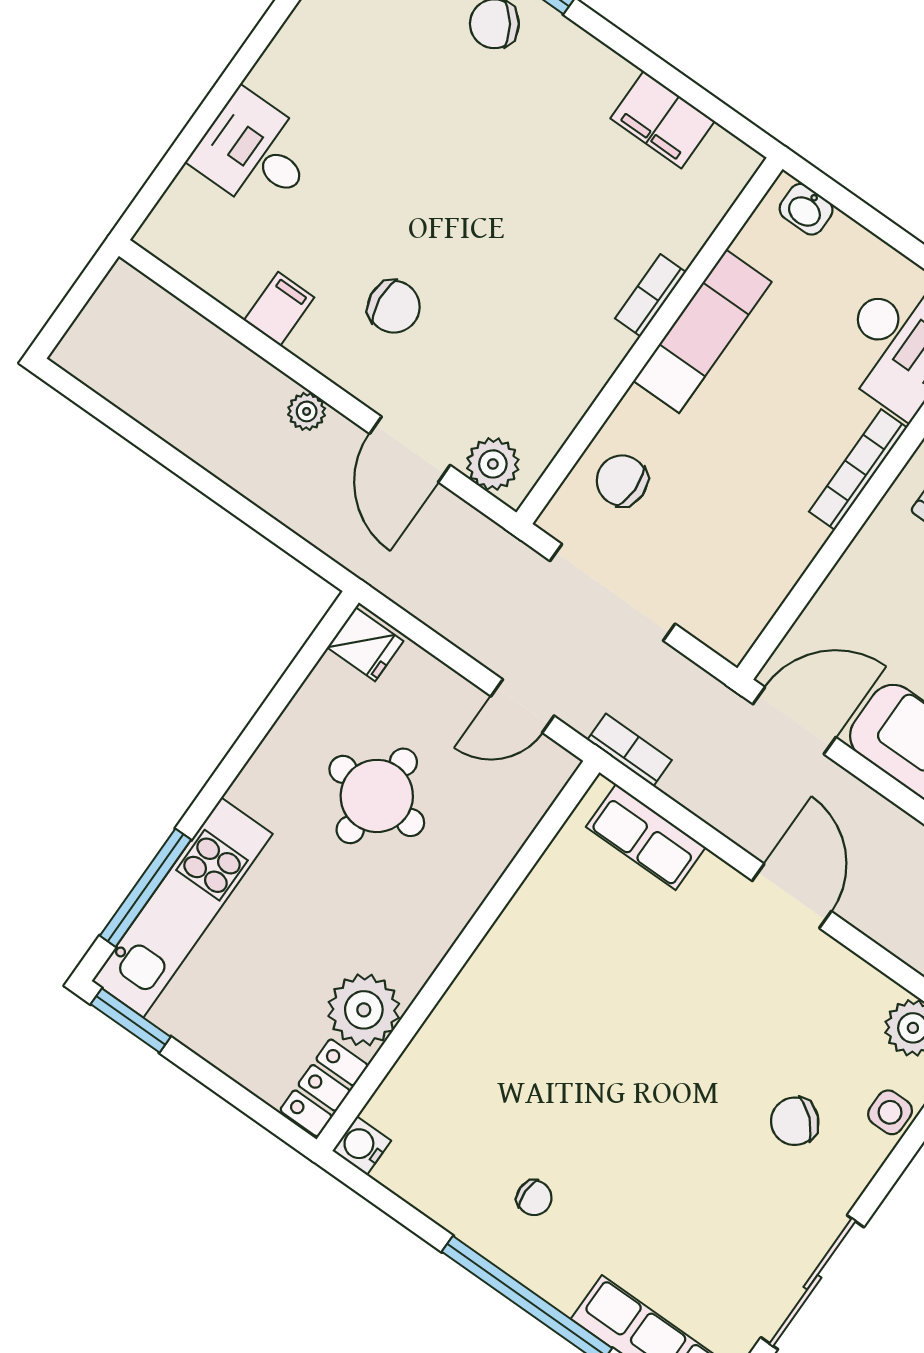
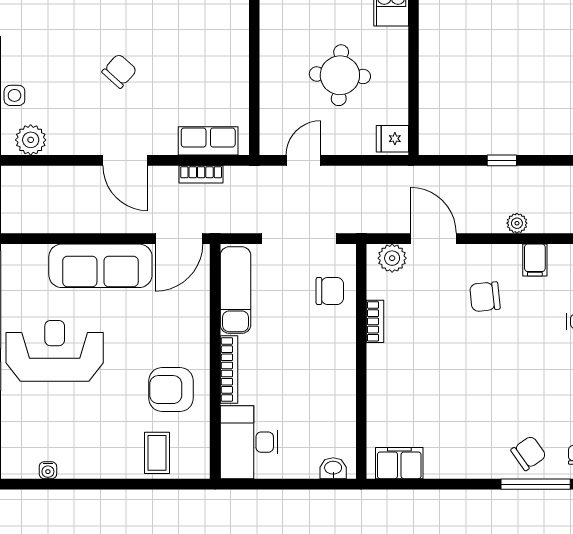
filing cabinet: (663, 120) -> (399, 463), moved
bookcase: (650, 295) -> (375, 321), moved
exam couch: (702, 331) -> (236, 290), moved, turned 180
plant: (307, 411) -> (517, 223), moved
window: (223, 495) -> (502, 160), added
bookcase: (630, 750) -> (201, 174), moved
chair: (795, 1121) -> (119, 71), moved

